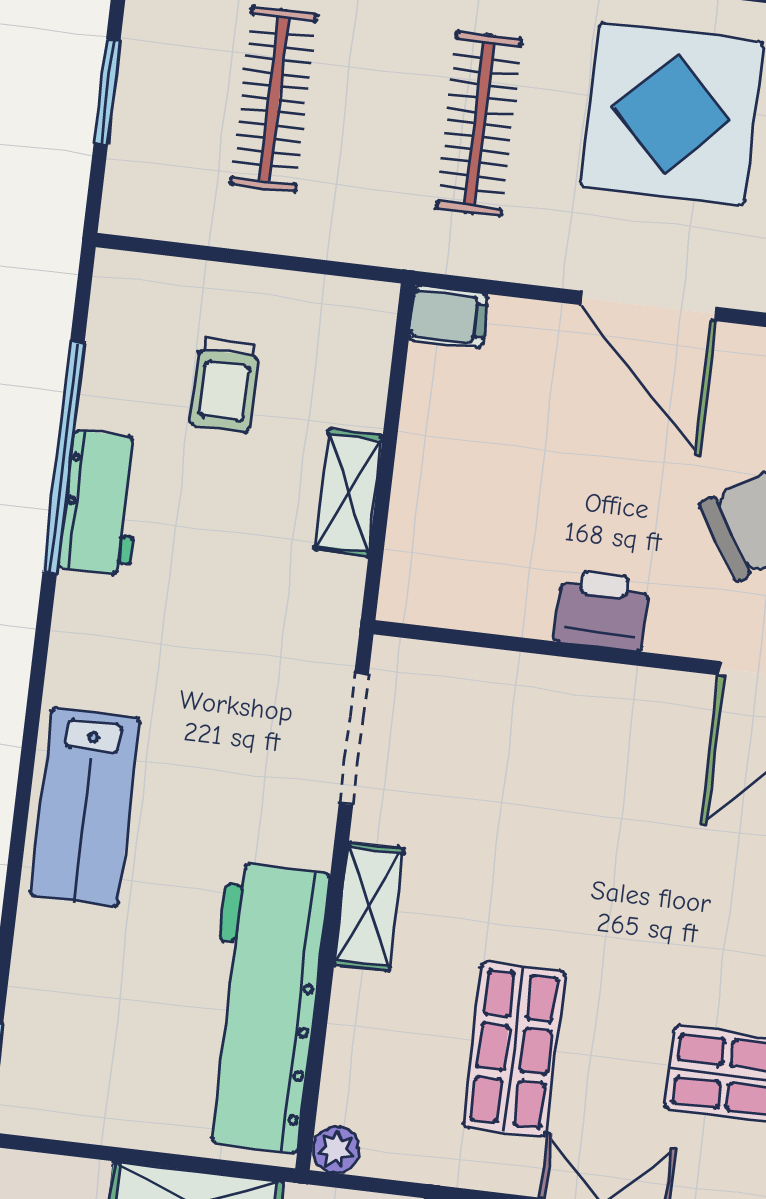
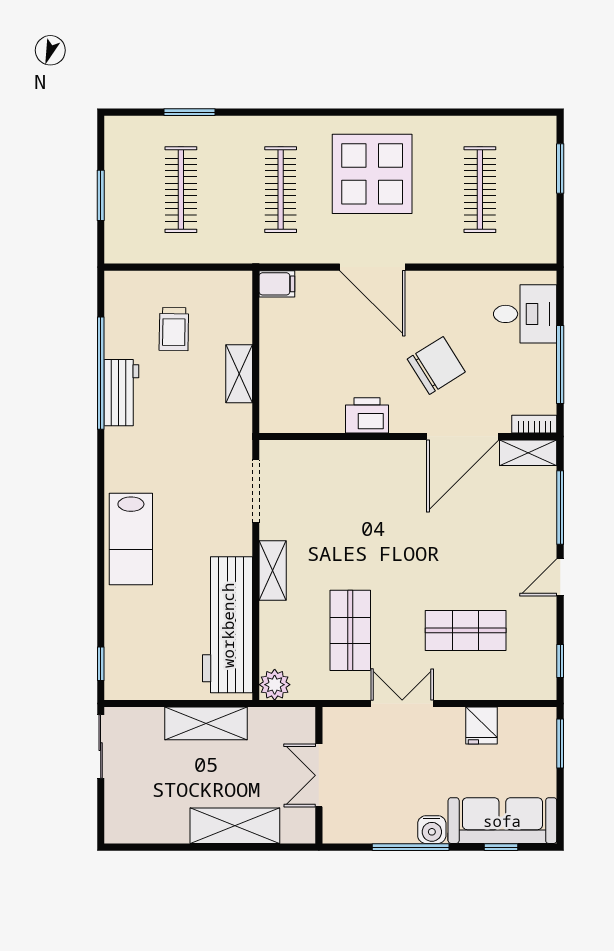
plant: (336, 1150) -> (275, 685), width x1.38, depth x1.38

